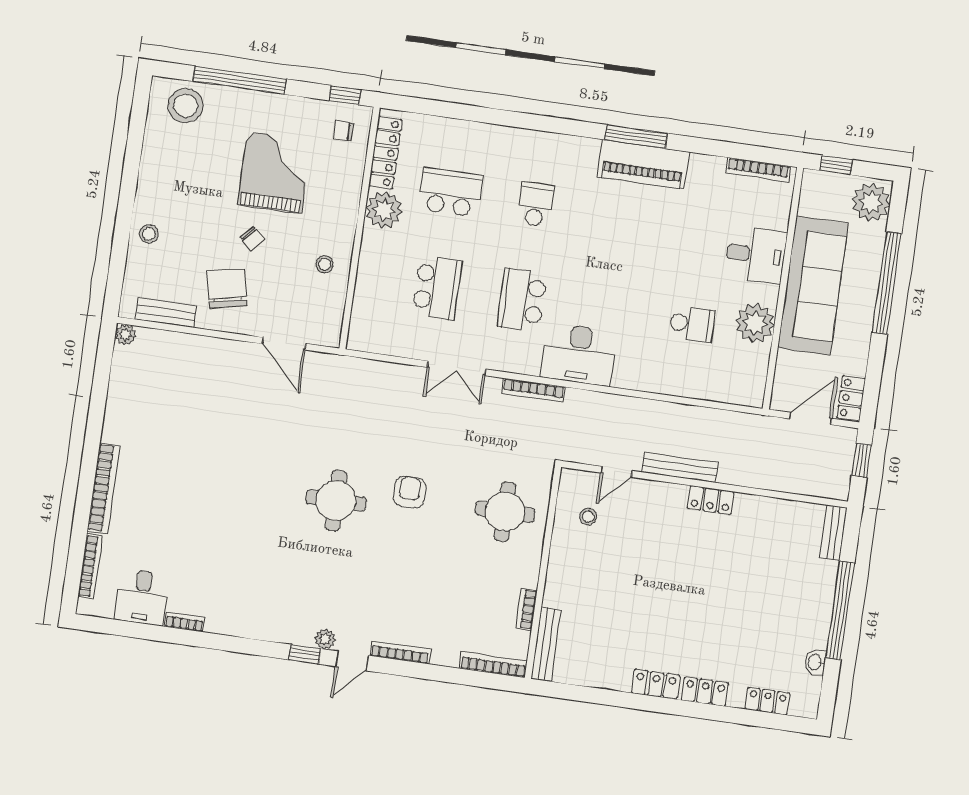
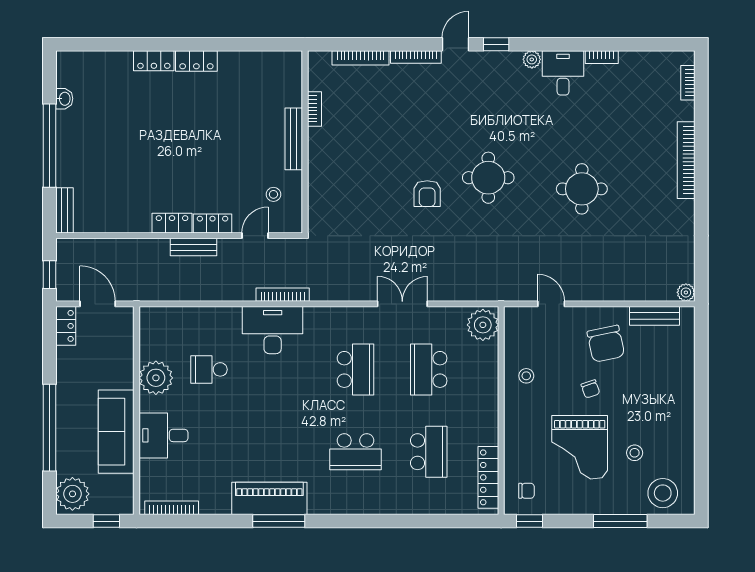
window: (240, 80) -> (620, 521), width x0.68
school desk: (450, 192) -> (429, 452), turned -90
school desk: (535, 204) -> (355, 452), width x1.85
plant: (384, 210) -> (483, 325), moved
stool: (149, 234) -> (635, 453), moved
chair: (252, 238) -> (590, 389), turned -152
sofa: (813, 285) -> (116, 432), width x0.74, depth x0.79
door: (284, 344) -> (551, 304), width x0.73
desk: (579, 355) -> (273, 330), moved
bookcase: (533, 390) -> (283, 295), moved
door: (810, 419) -> (98, 304), swing flipped
bench: (680, 467) -> (194, 247), width x0.73
round table: (505, 512) -> (582, 189), moved
bookcase: (90, 566) -> (688, 83), width x0.64
desk: (142, 597) -> (563, 73), moved
plant: (325, 639) -> (532, 59), moved
bench: (546, 644) -> (294, 139), moved
bookcase: (493, 665) -> (361, 58), moved
locker: (767, 701) -> (212, 223), moved, turned 180

